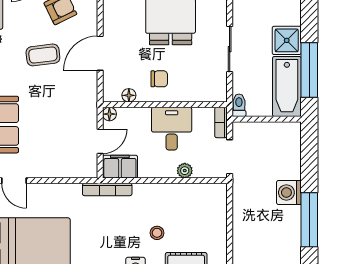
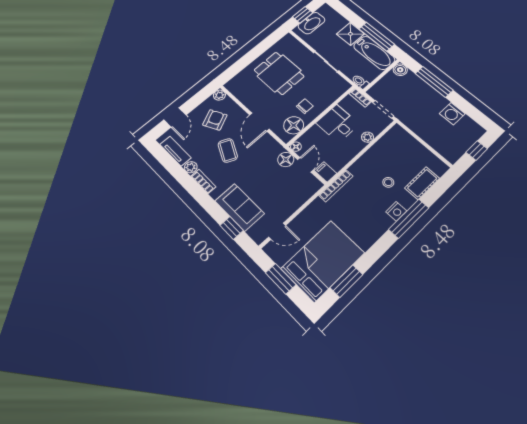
coffee table: (43, 55) -> (228, 150), turned -57
floor lamp: (129, 95) -> (294, 125), width x1.89, depth x1.89
floor lamp: (87, 118) -> (286, 160), added
boiler: (292, 131) -> (400, 70), added
filing cabinet: (120, 167) -> (325, 172), width x0.50
washing machine: (289, 192) -> (452, 114), moved
window: (309, 220) -> (434, 82), moved

